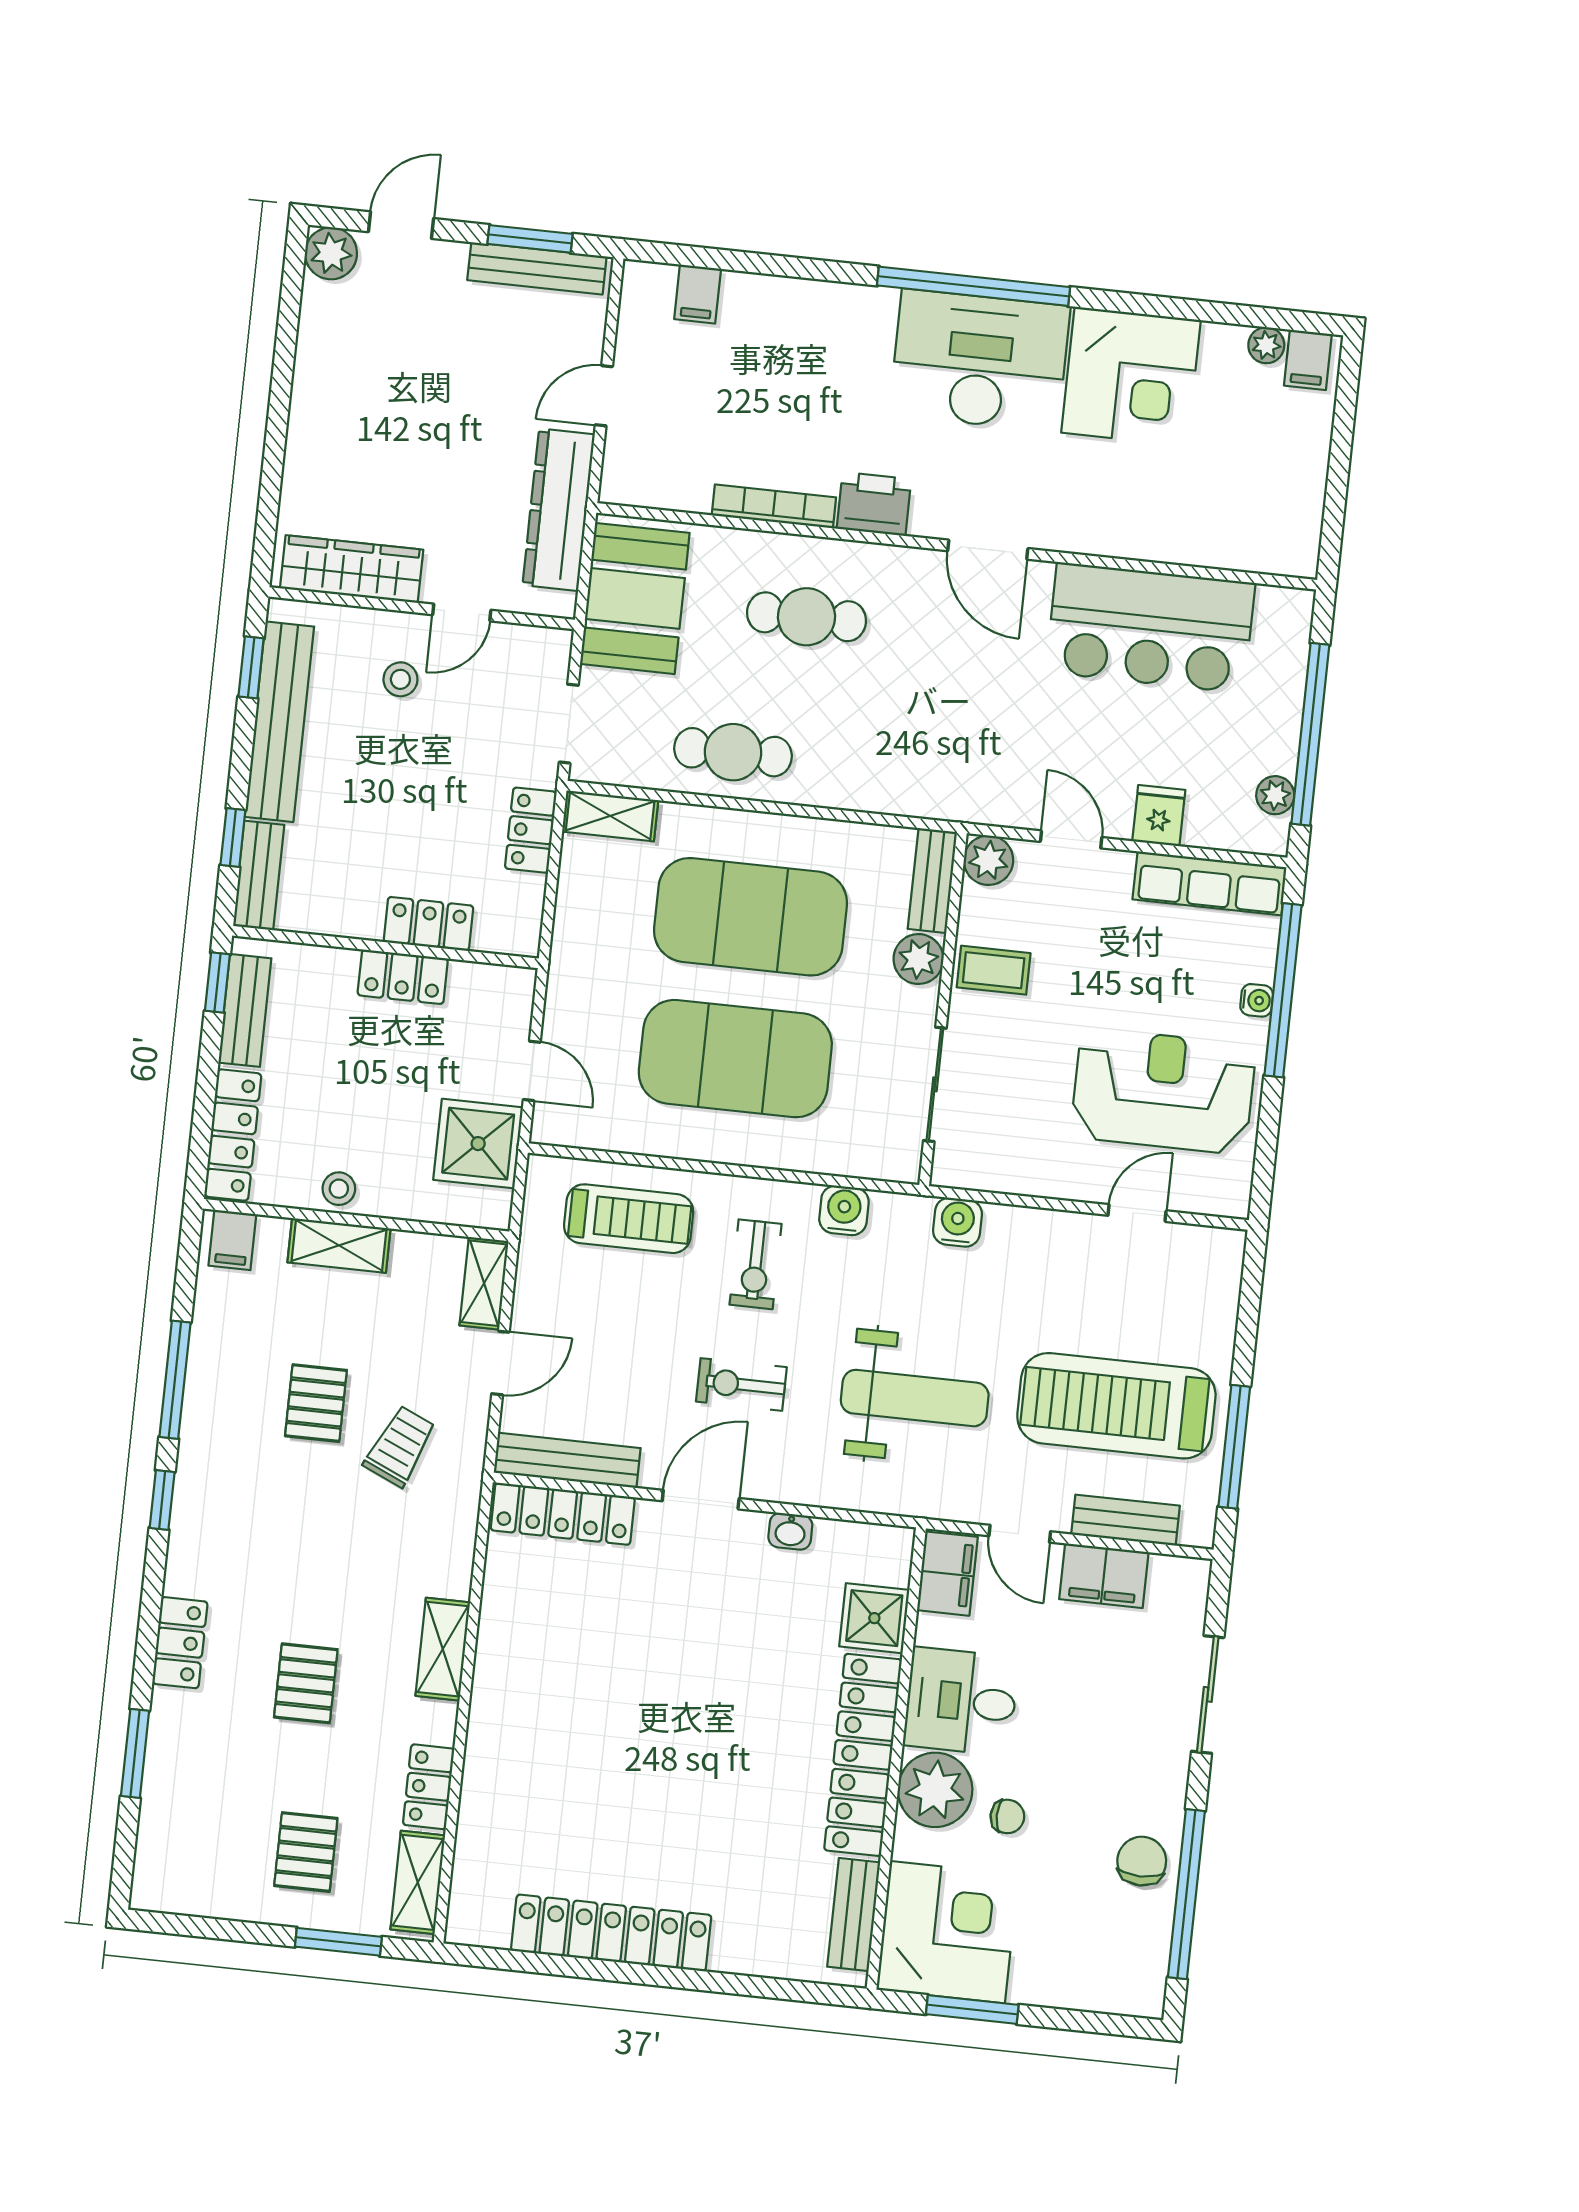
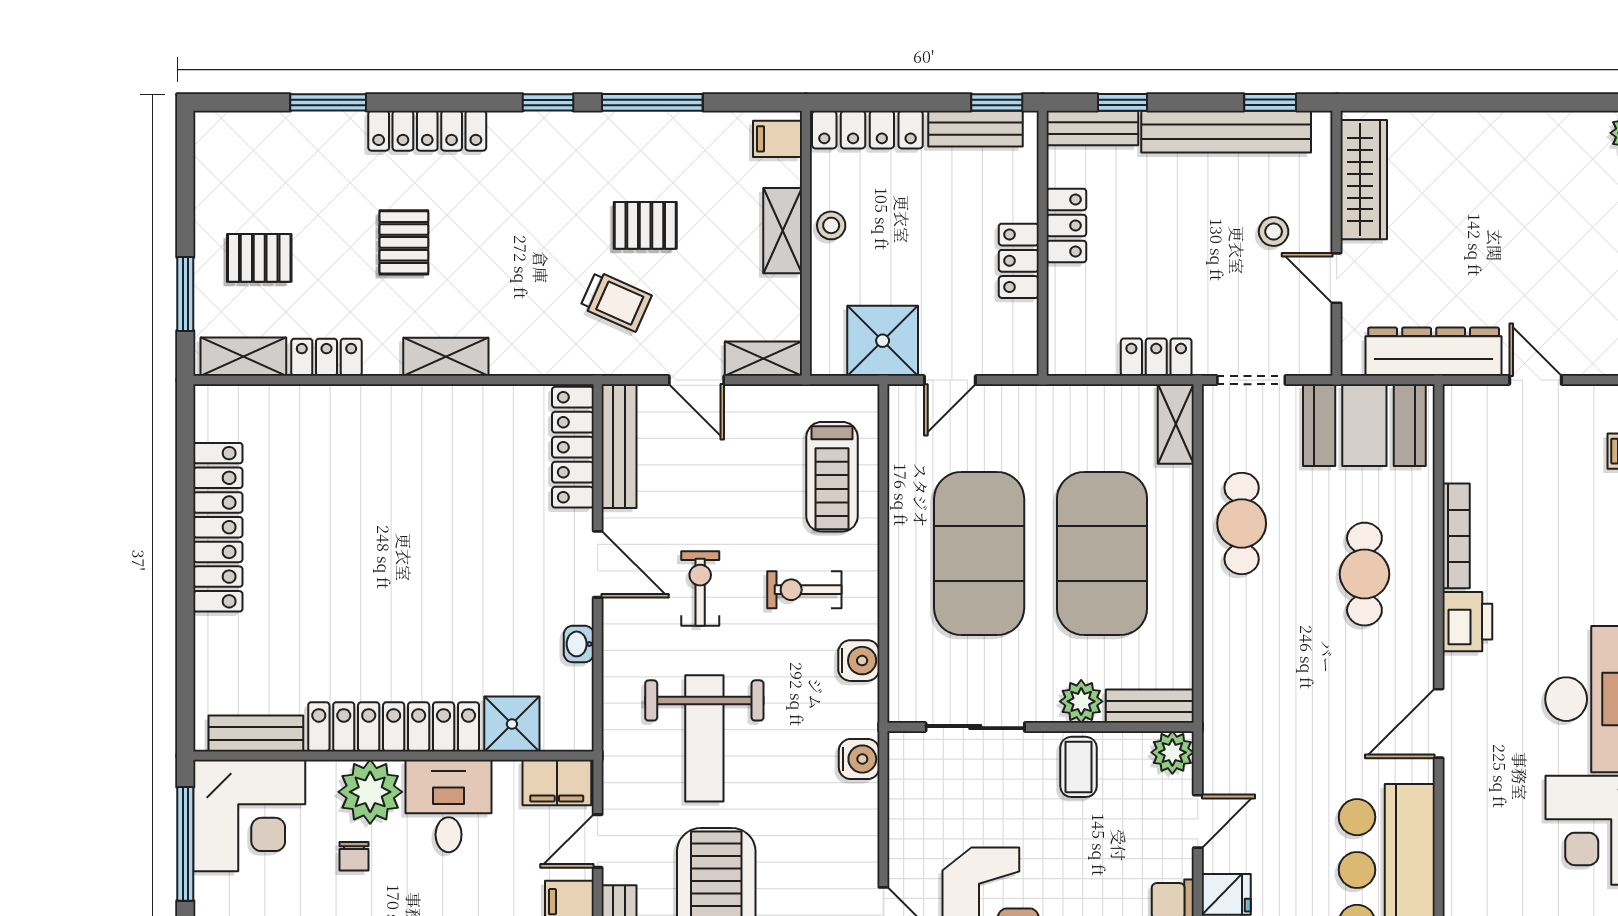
locker: (428, 924) -> (1066, 225), moved
locker: (180, 1643) -> (427, 131), width x1.53
pallet: (306, 1683) -> (404, 242), turned 90
window: (972, 2010) -> (185, 844), width x1.44

